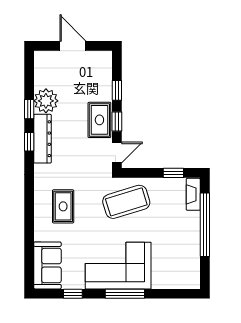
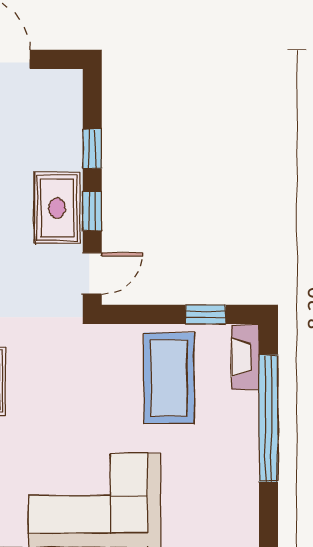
coffee table: (126, 202) -> (169, 378), moved, turned -73

